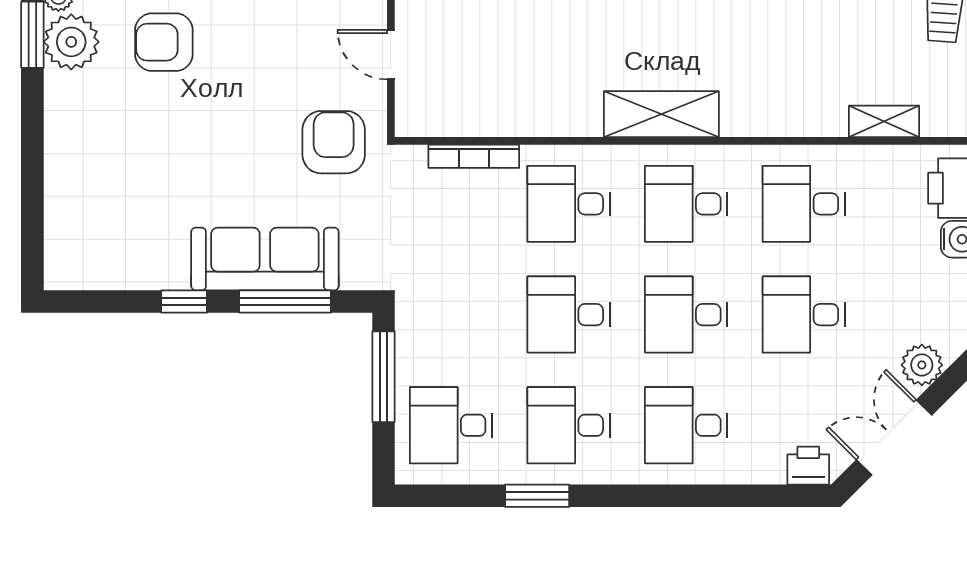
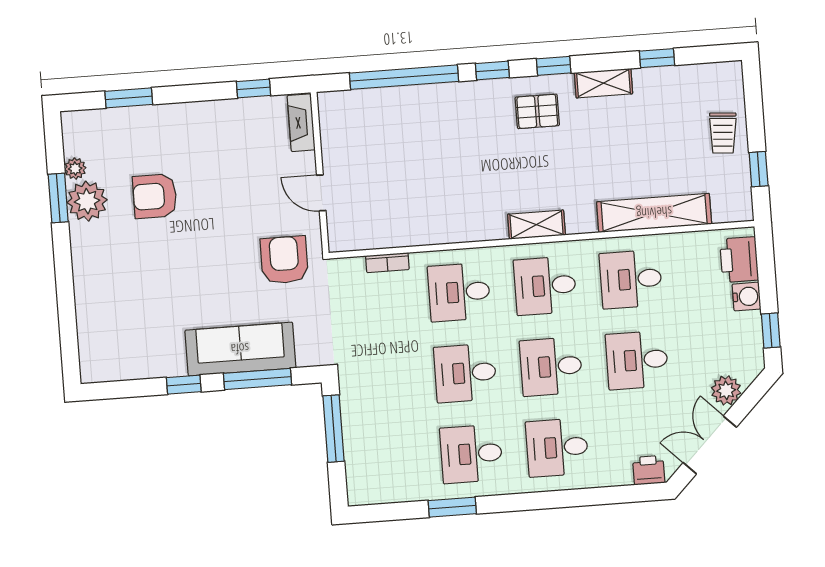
shelving: (661, 114) -> (536, 225), width x0.67, depth x0.75
shelving: (884, 121) -> (654, 213), width x2.20, depth x1.33
bookcase: (474, 156) -> (387, 263), width x0.64
desk: (451, 425) -> (385, 460), removed

